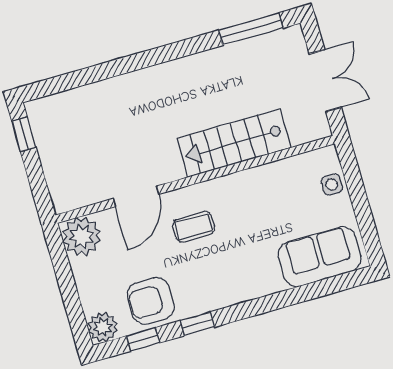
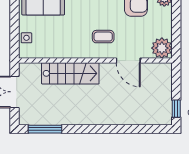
door: (136, 196) -> (128, 60), swing flipped

